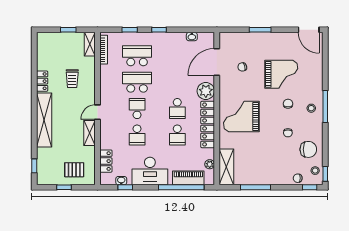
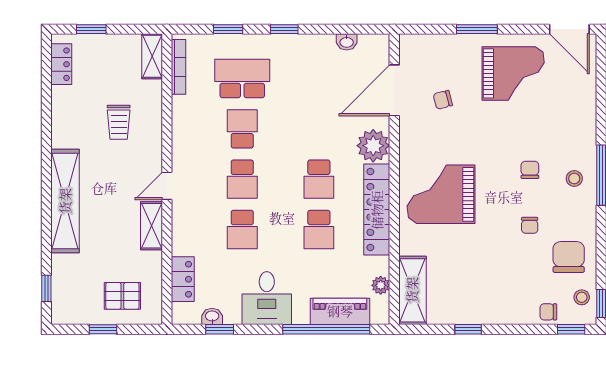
window: (68, 30) -> (91, 29), moved
grand piano: (281, 74) -> (513, 73), moved
locker: (42, 81) -> (61, 64), moved
school desk: (137, 82) -> (242, 129), width x0.54
school desk: (137, 109) -> (242, 179), turned 180
chair: (308, 149) -> (569, 257), turned -90
desk: (150, 171) -> (267, 298), width x0.73
window: (256, 187) -> (468, 329), width x0.46

